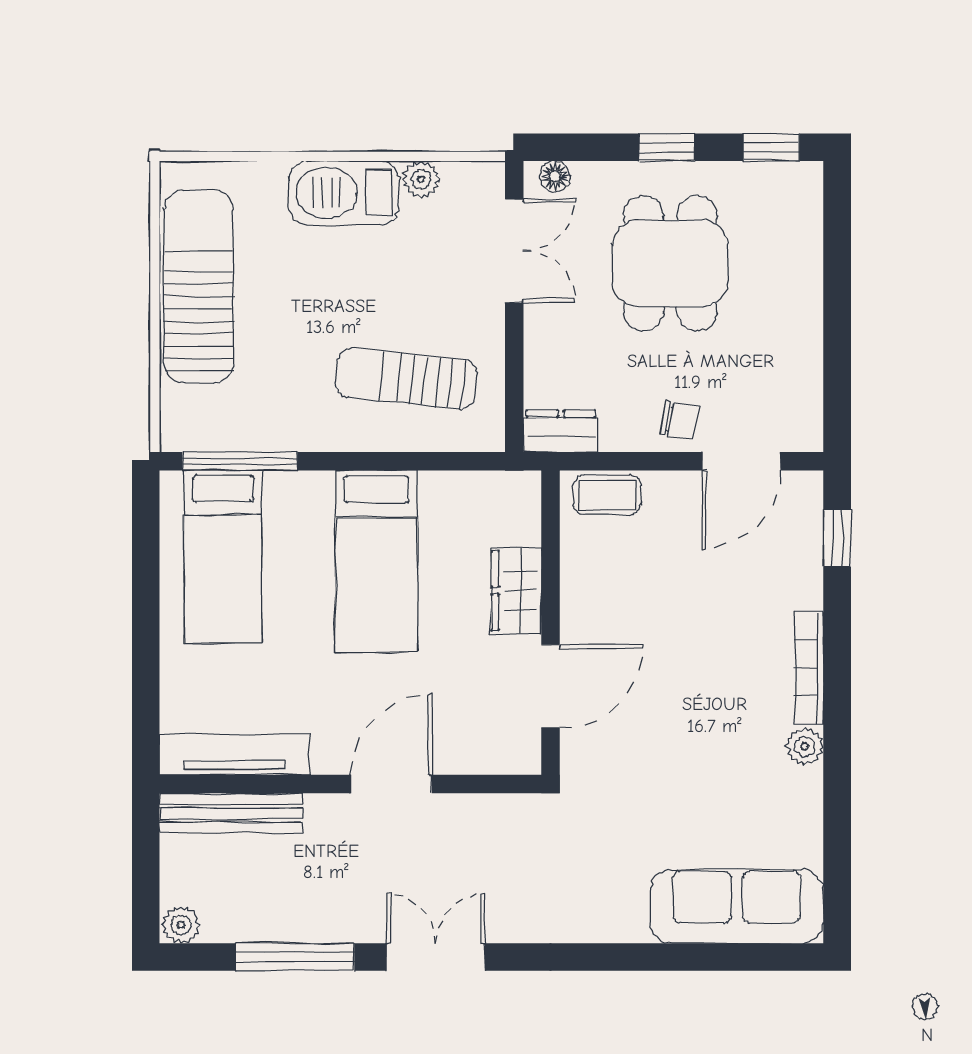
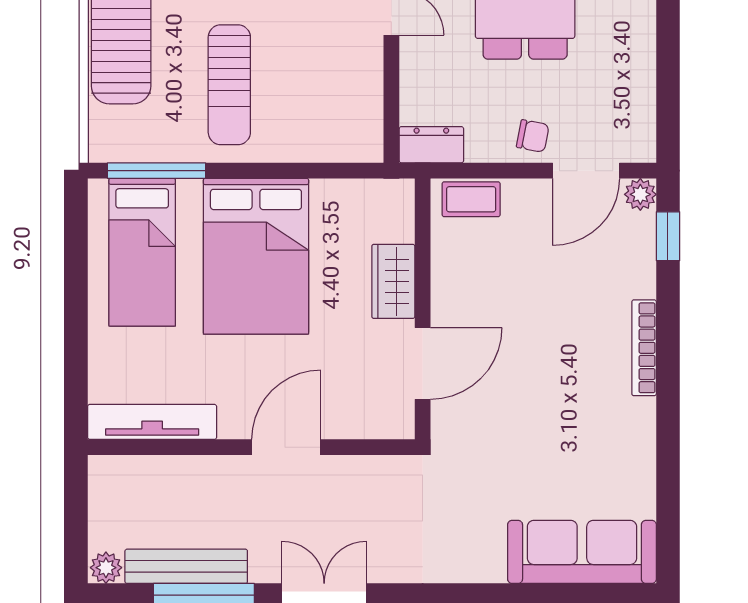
sun lounger: (406, 379) -> (229, 85), moved, turned -96
bed: (376, 561) -> (256, 256), width x1.50
plant: (805, 746) -> (640, 194), moved
bench: (231, 813) -> (186, 566), moved

